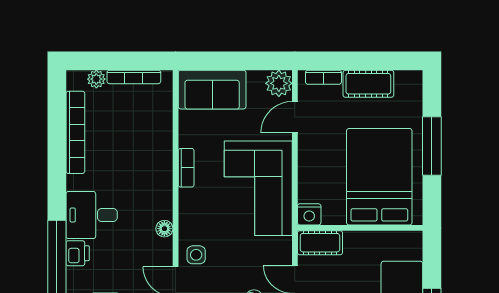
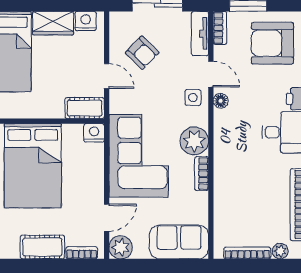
plant: (194, 205) -> (194, 141), added
floor lamp: (164, 229) -> (221, 101), moved

